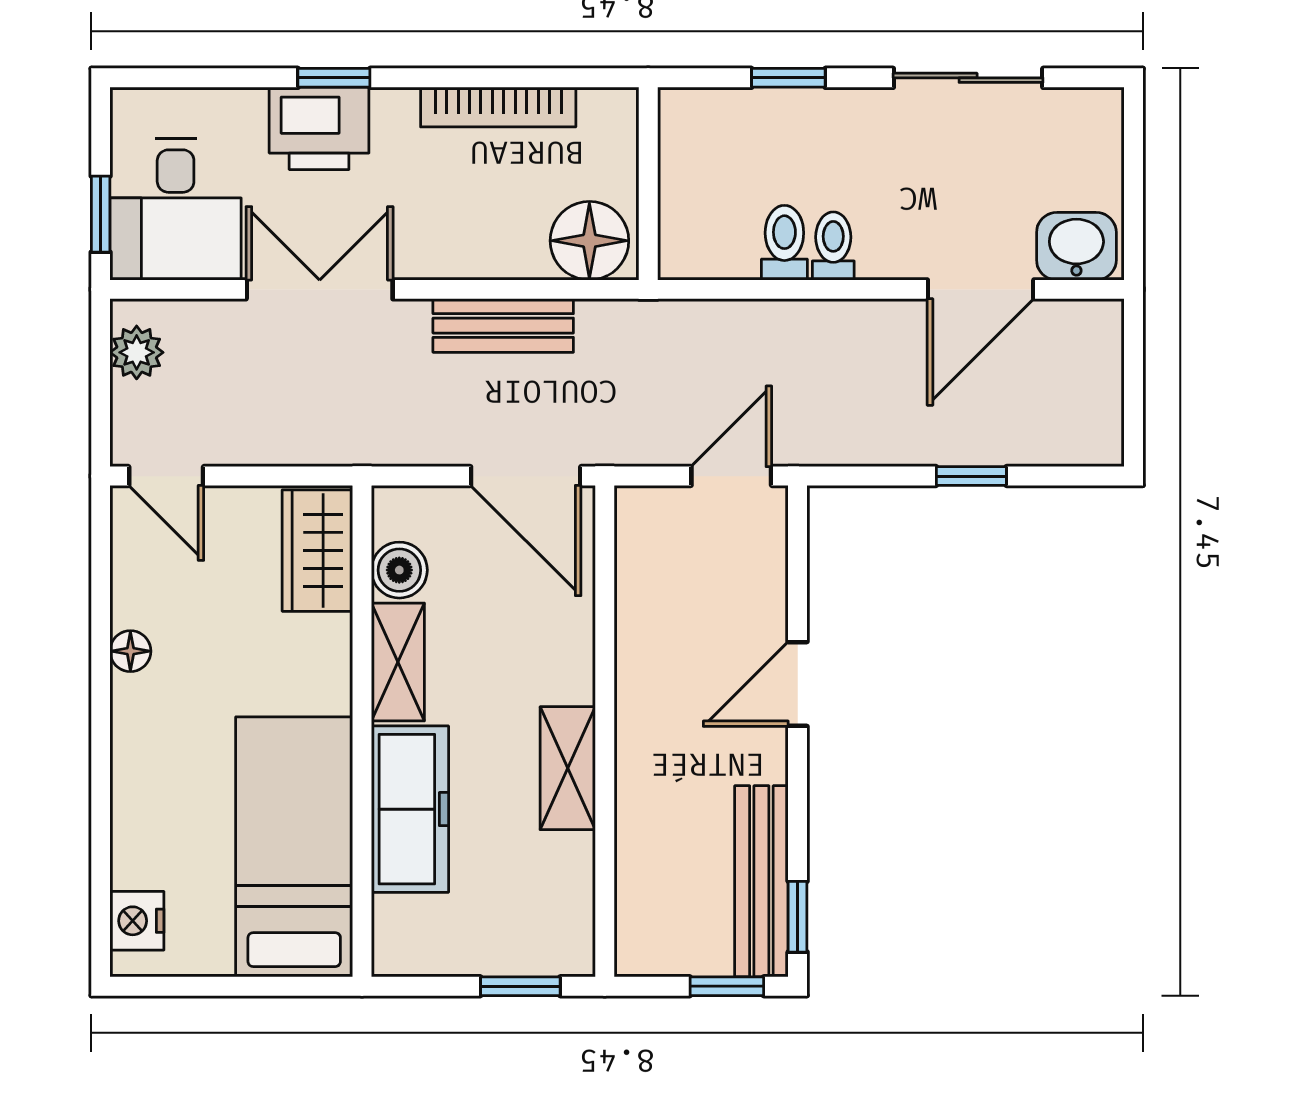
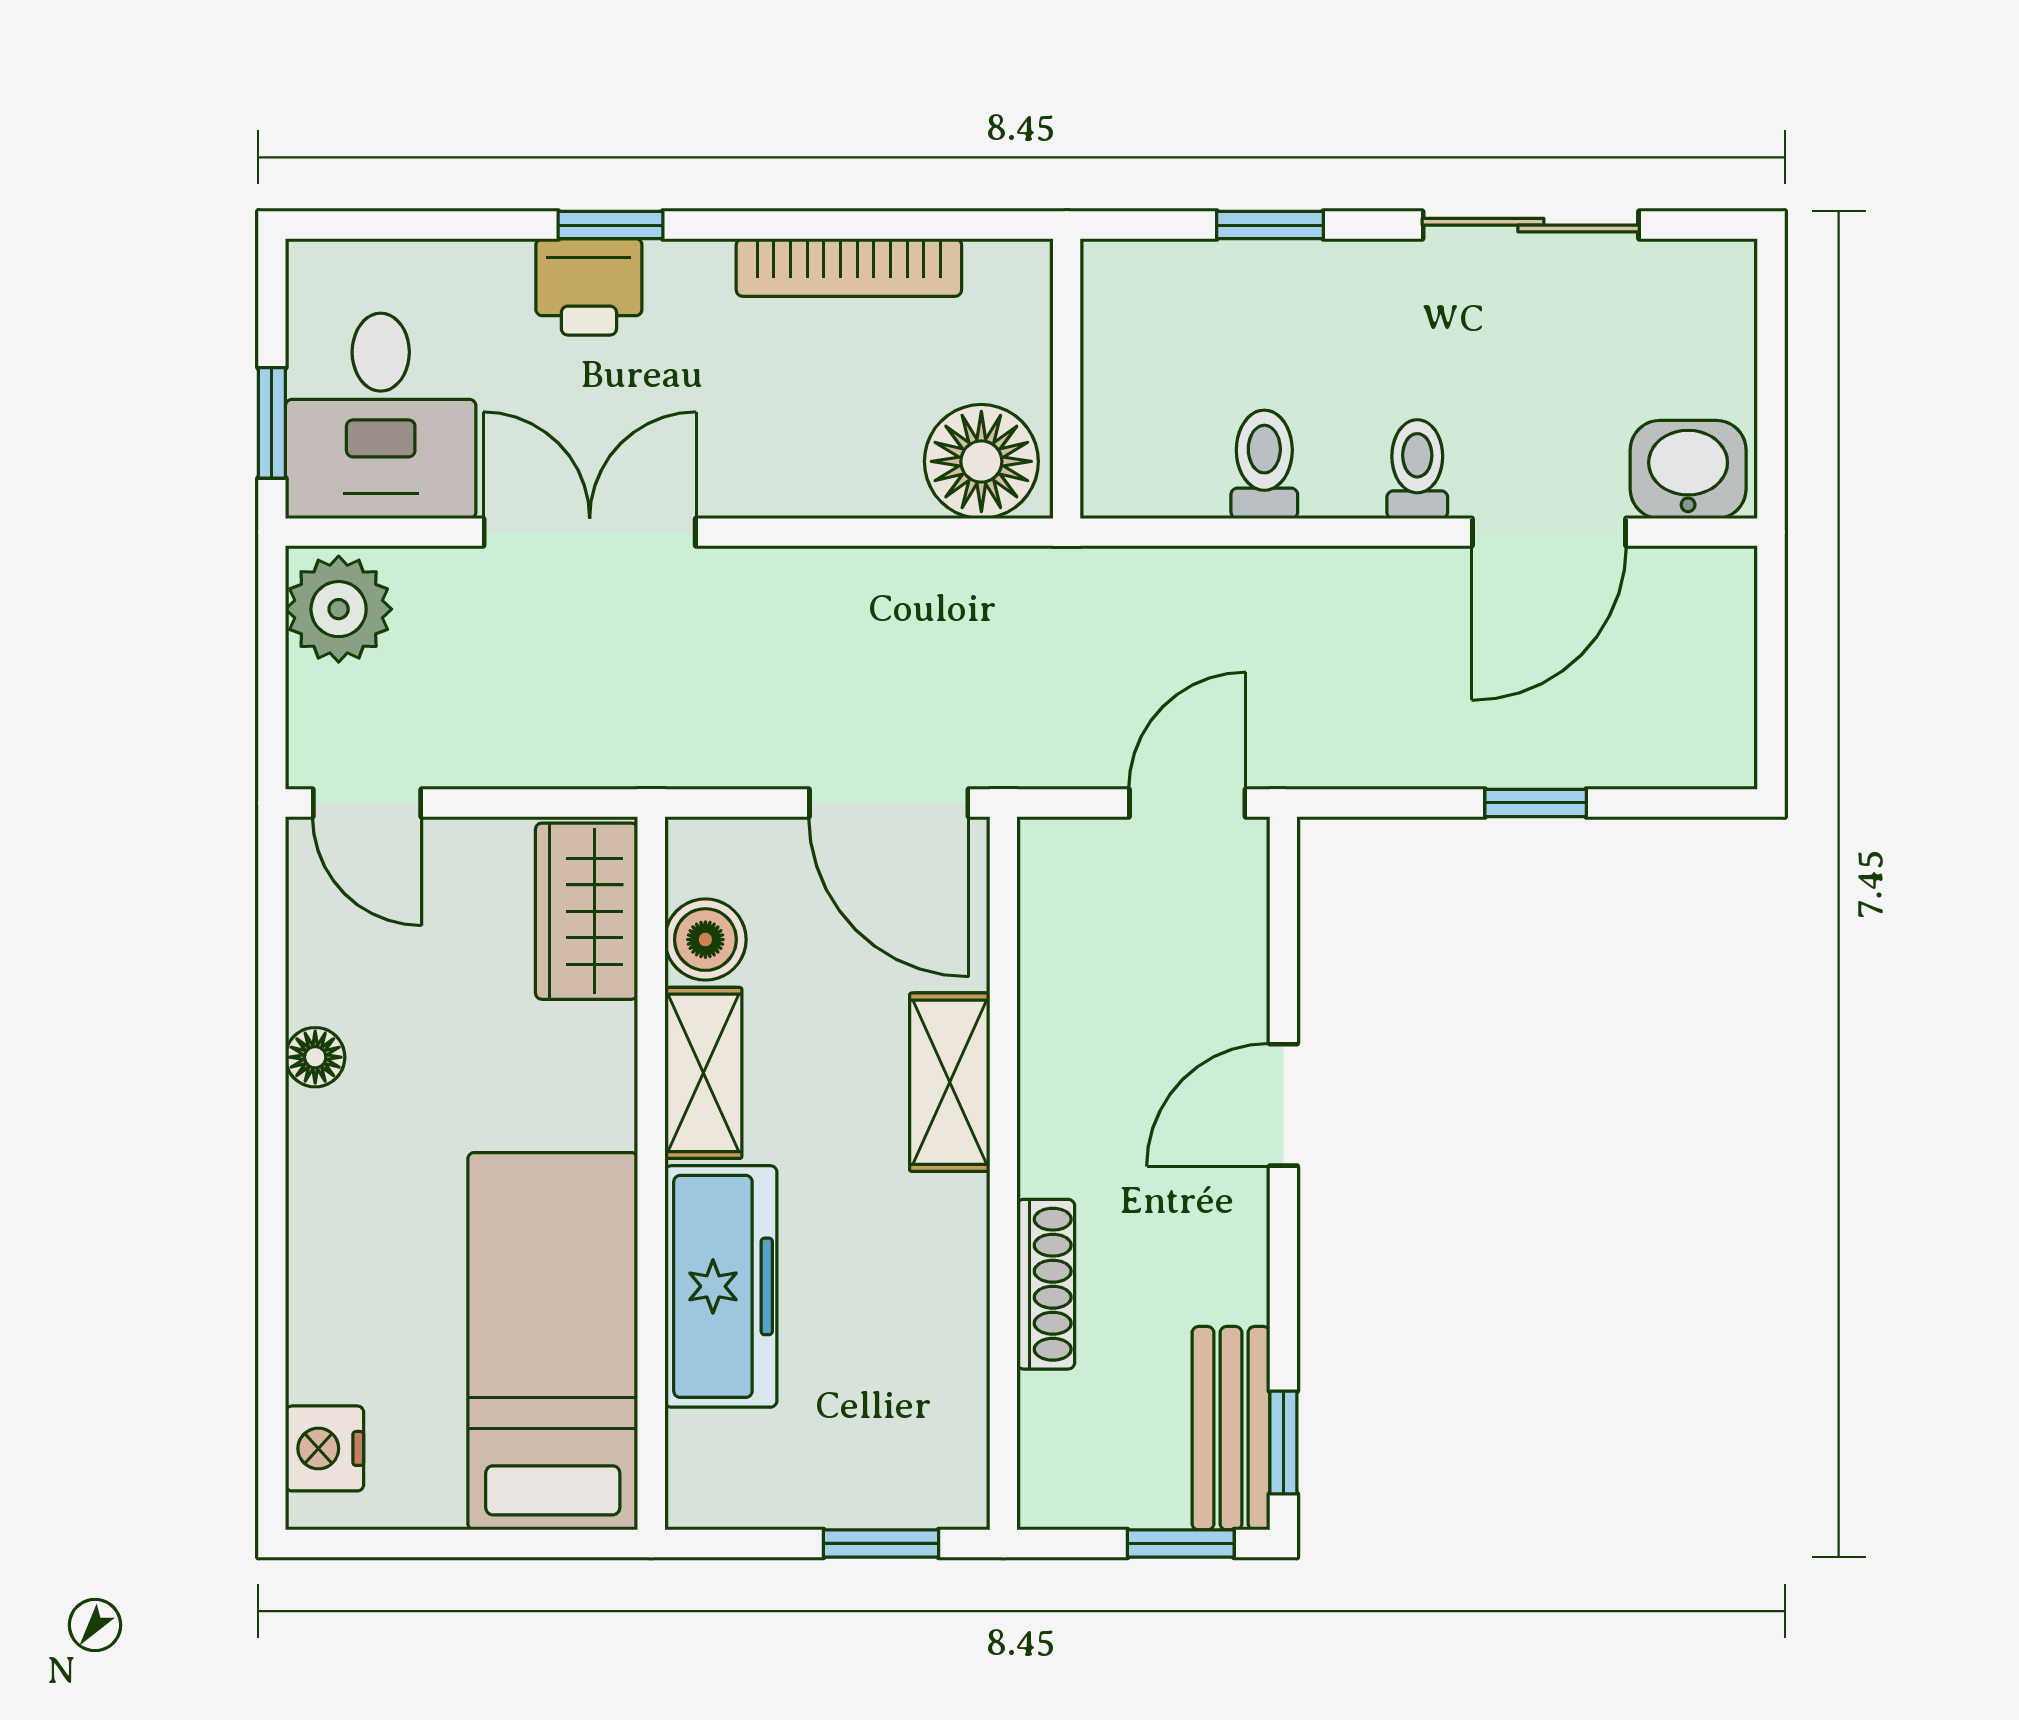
printer: (319, 128) -> (589, 287), width x0.73, depth x0.81
toilet: (833, 246) -> (1417, 469), moved
bench: (503, 326) -> (856, 585), removed
plant: (137, 352) -> (339, 609), width x1.38, depth x1.38
shelving: (568, 768) -> (950, 1082), moved
shoe rack: (634, 808) -> (1046, 1284), added
bench: (761, 881) -> (1231, 1428), width x0.73

